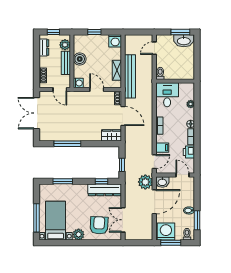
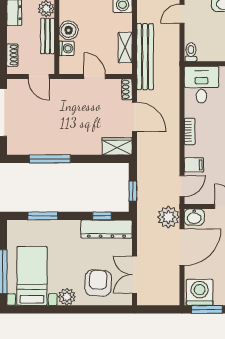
washing machine: (78, 83) -> (67, 48), moved

